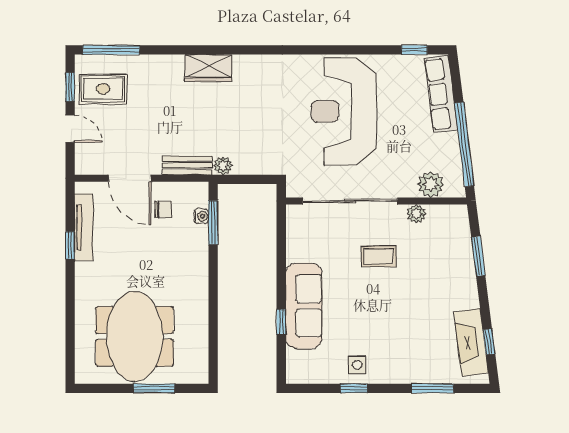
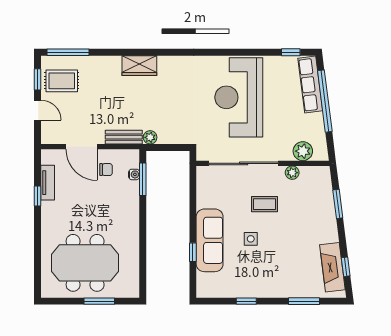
window: (464, 144) -> (325, 101), moved
tv unit: (84, 227) -> (48, 183), width x0.71
meeting table: (135, 336) -> (85, 263), turned 90
side table: (357, 365) -> (251, 239), moved

